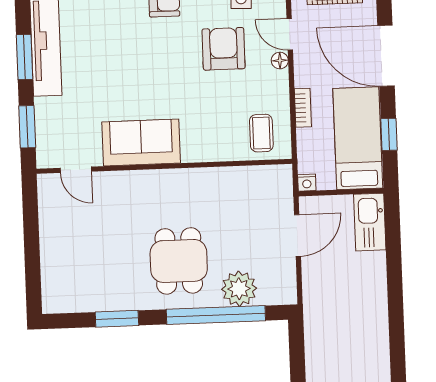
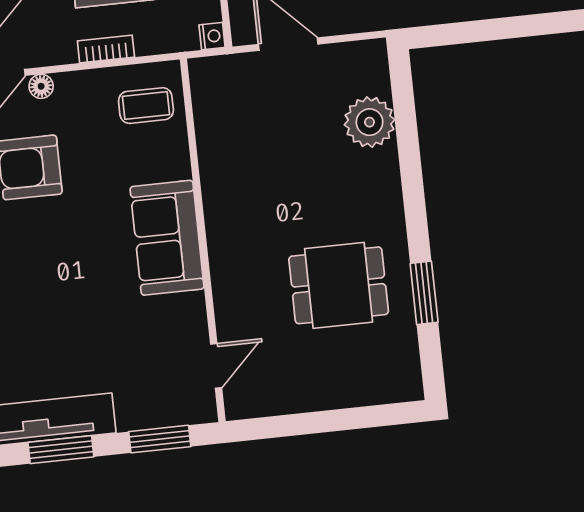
sofa: (141, 143) -> (167, 238), moved
dining table: (179, 261) -> (339, 285), moved
window: (216, 315) -> (409, 153), removed

